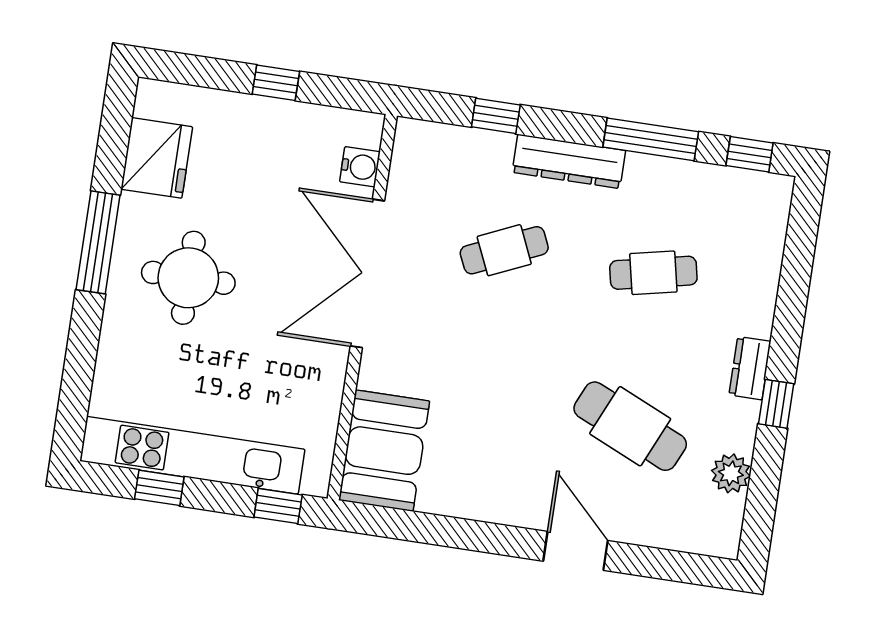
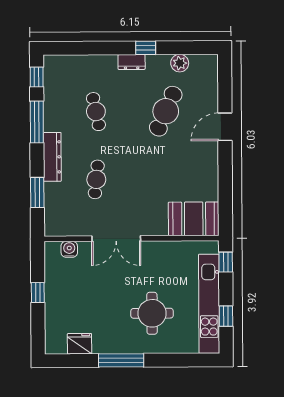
window: (496, 116) -> (37, 192), width x1.50
fridge: (157, 158) -> (79, 344), width x0.73, depth x0.75
cafe table: (504, 250) -> (96, 179), turned 30
double door: (367, 273) -> (116, 239), width x0.73
round table: (188, 278) -> (152, 313), moved

